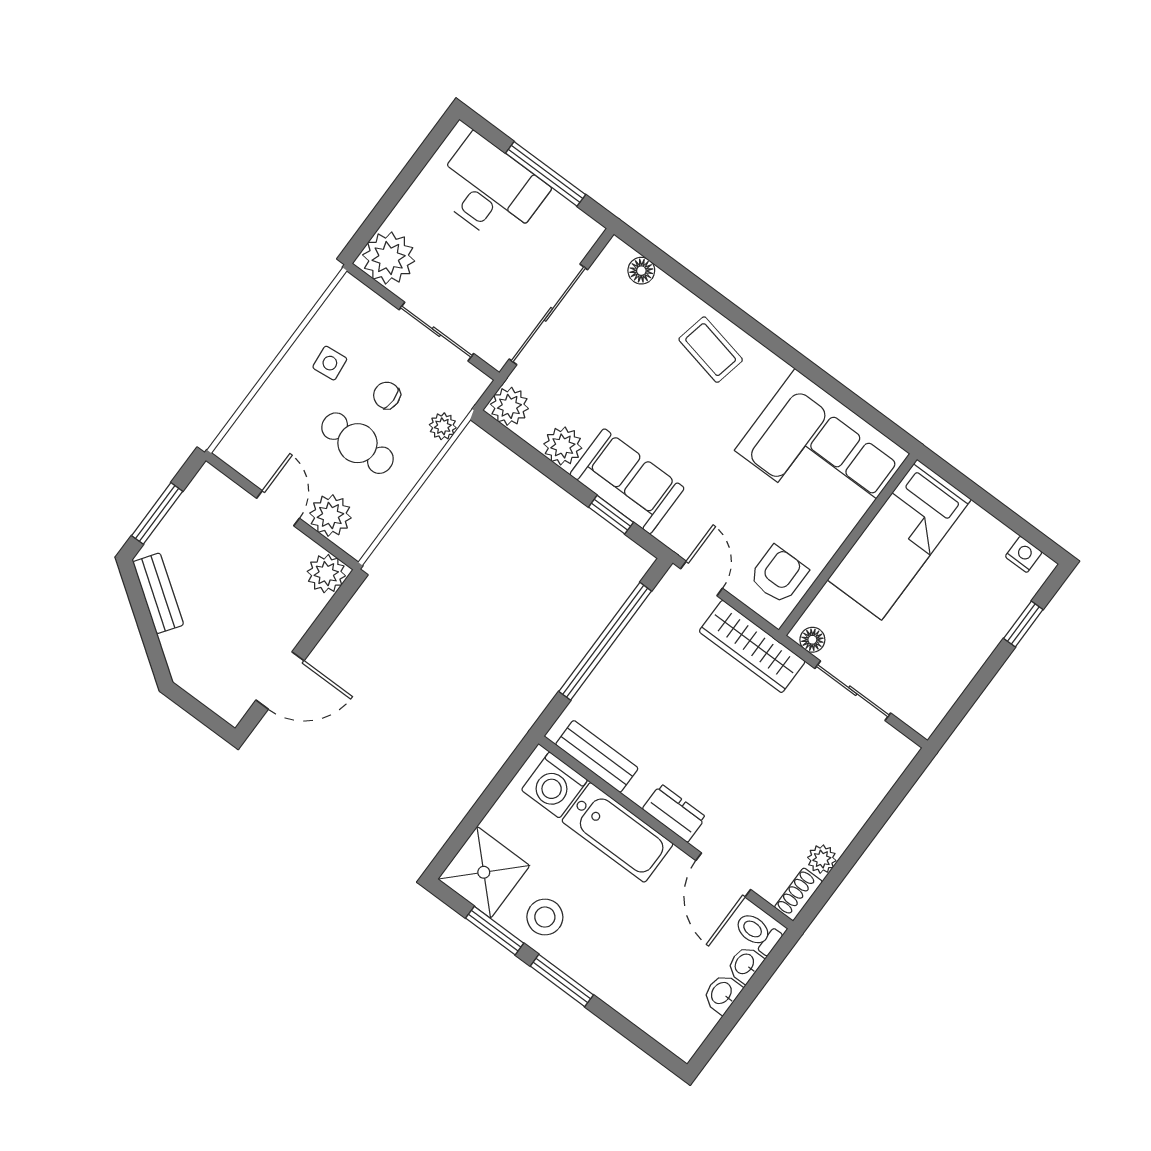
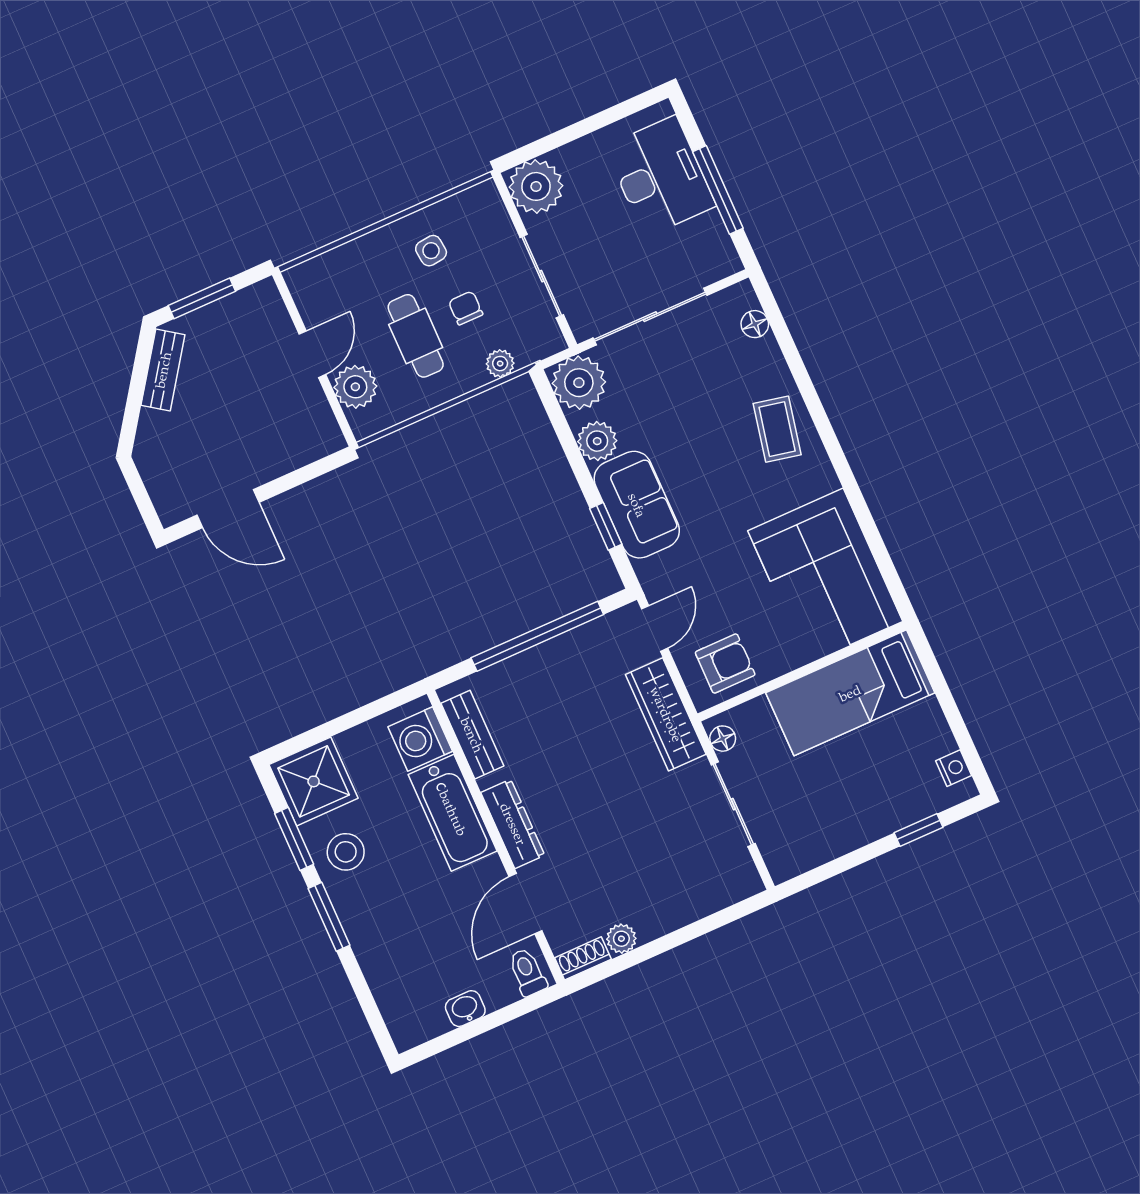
plant: (509, 406) -> (579, 383), width x1.36, depth x1.36
plant: (326, 574) -> (323, 436), removed
dresser: (674, 813) -> (513, 824), width x1.44
washbasin: (745, 964) -> (500, 994), removed

